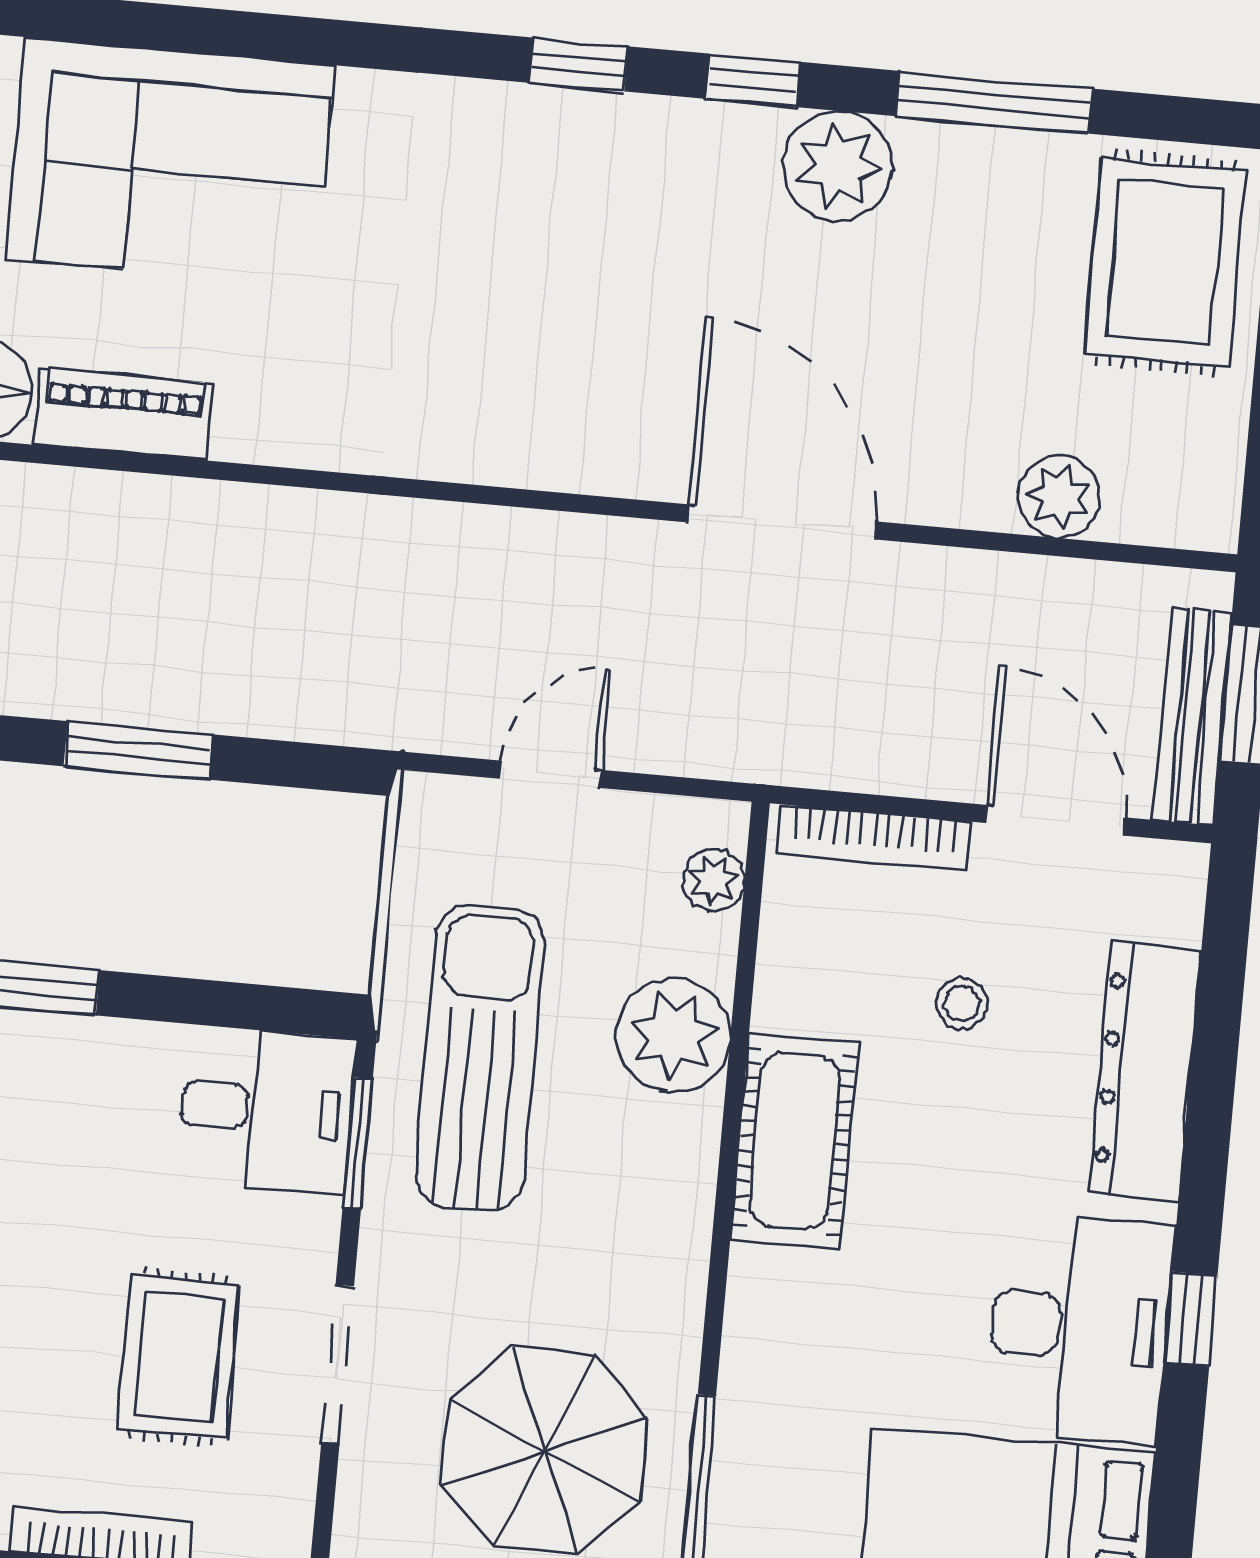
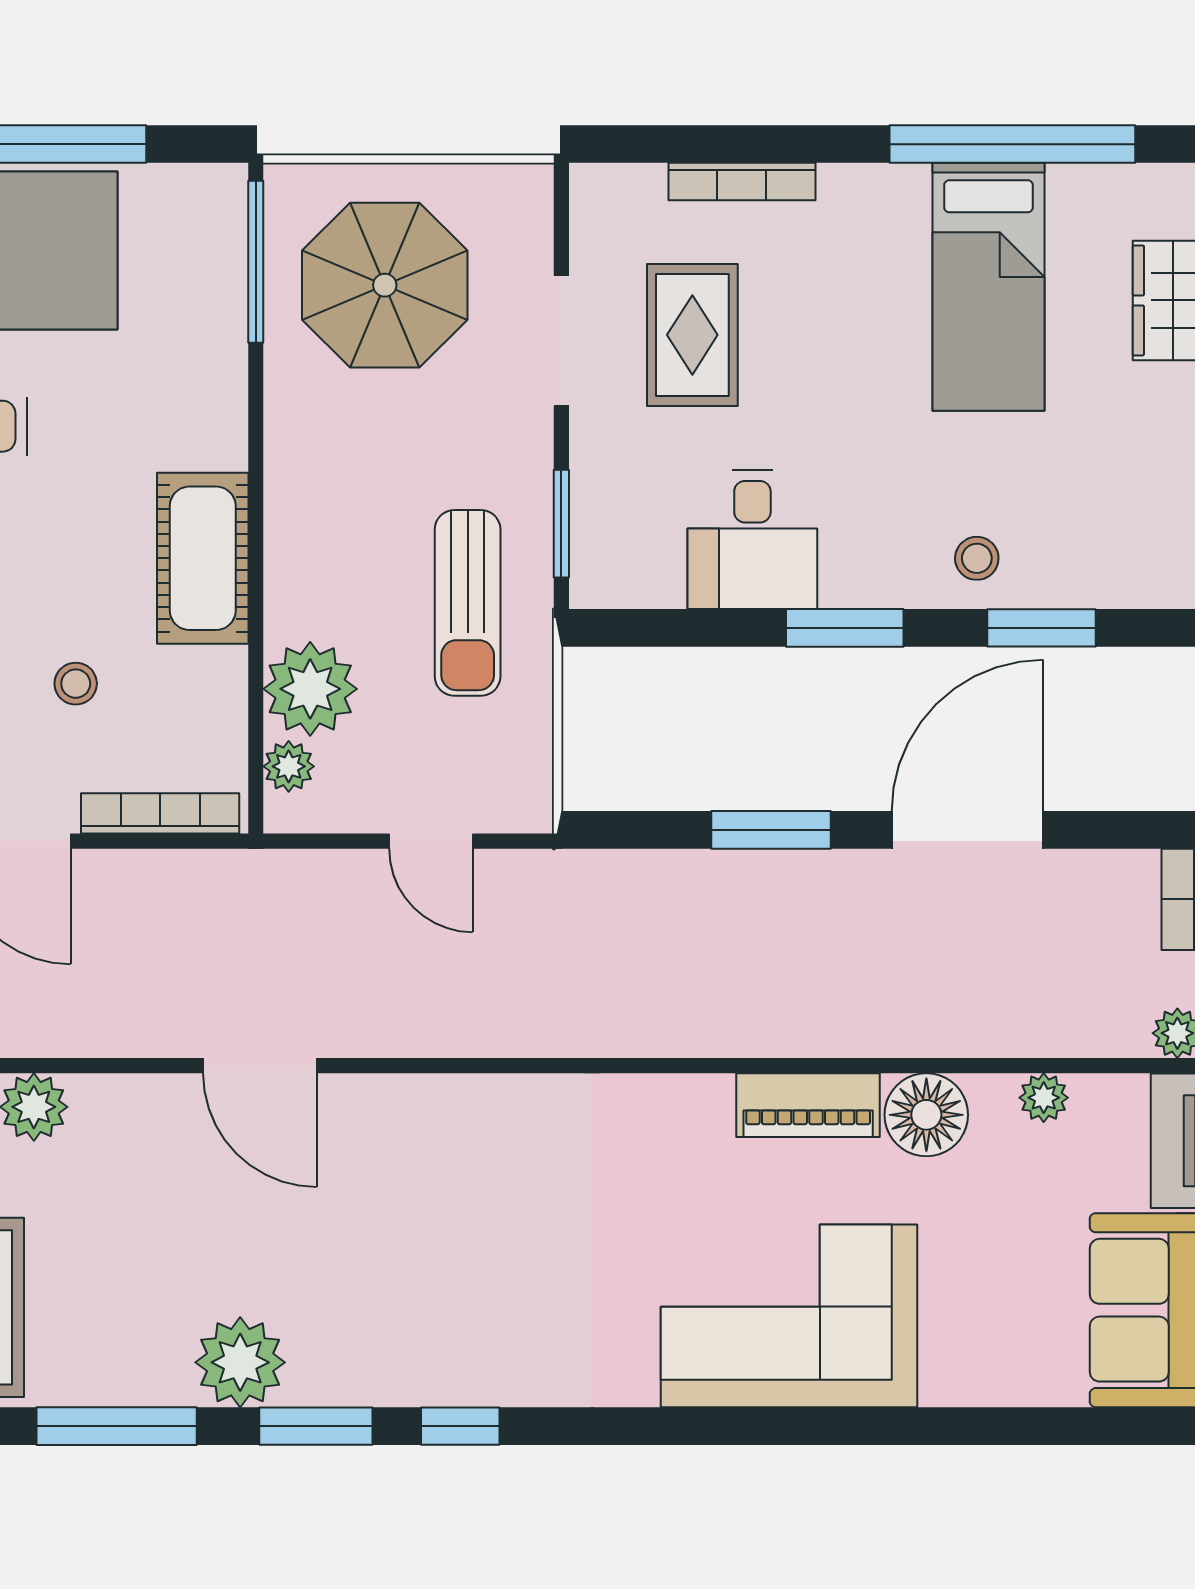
window: (753, 80) -> (316, 1426), width x1.50
door: (781, 522) -> (260, 1066), width x0.73
door: (550, 774) -> (431, 841), hinge flipped
plant: (673, 1035) -> (310, 689), moved
sun lounger: (480, 1058) -> (468, 603), width x0.73, depth x0.75
desk: (267, 1110) -> (752, 539), moved, turned -90

